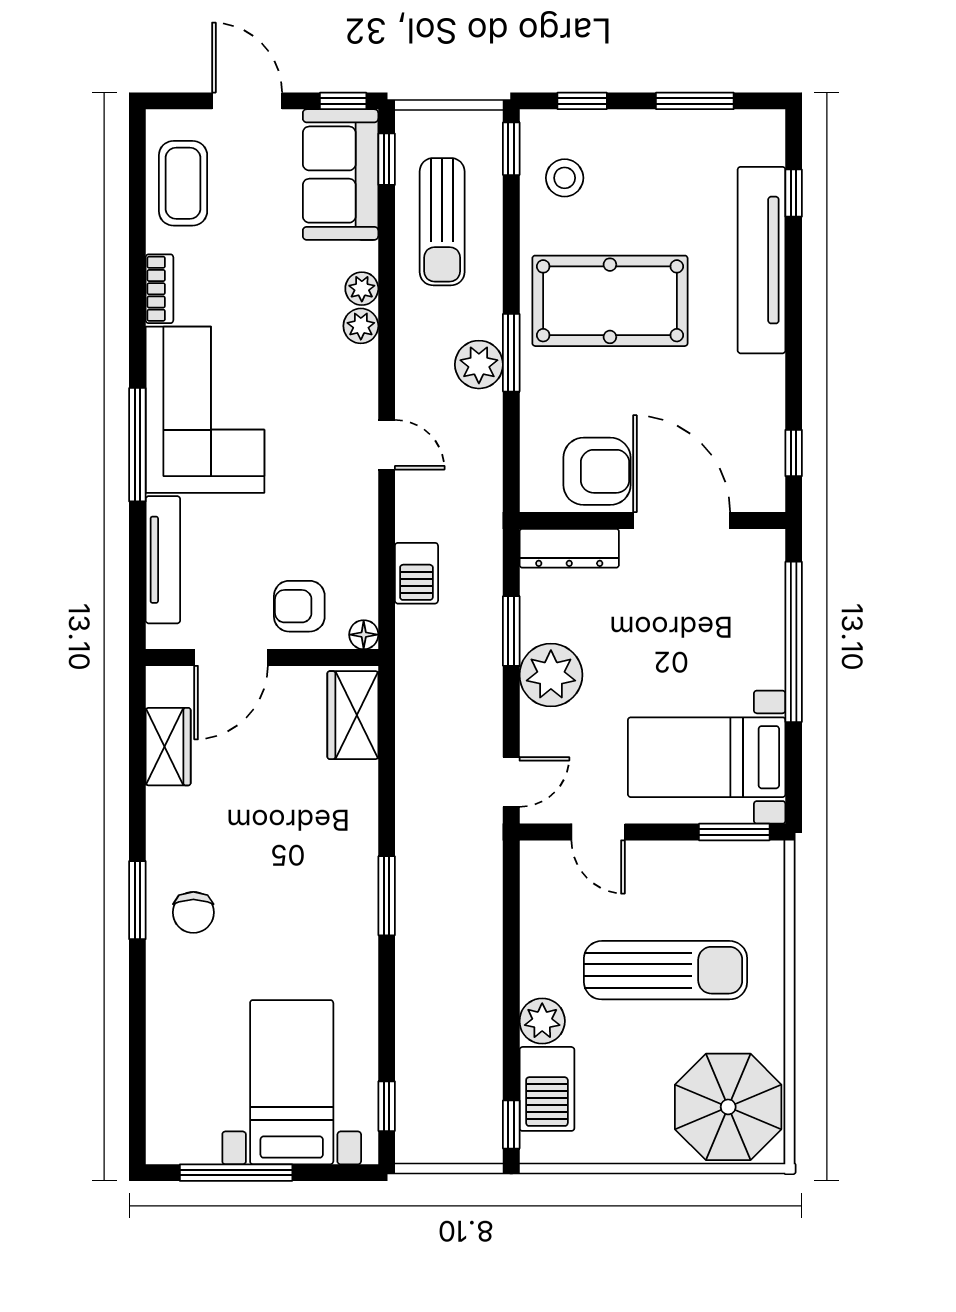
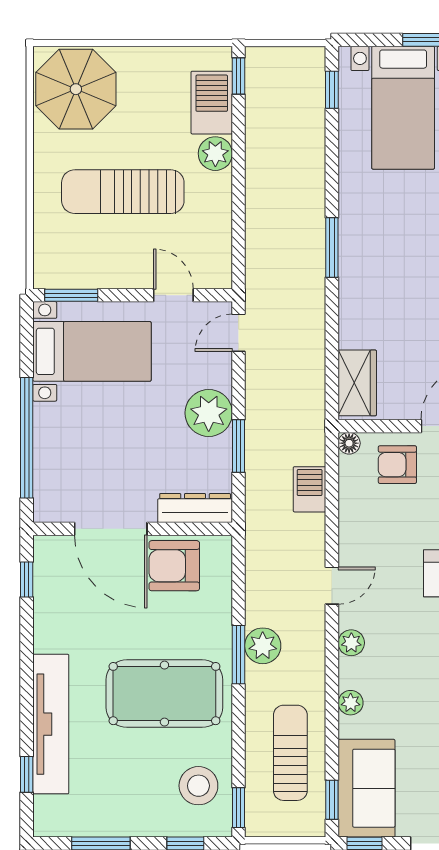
stool: (565, 178) -> (198, 786), width x1.38, depth x1.38
plant: (361, 326) -> (351, 643), moved
door: (387, 445) -> (332, 586), swing flipped
armchair: (299, 606) -> (397, 465), turned 180

